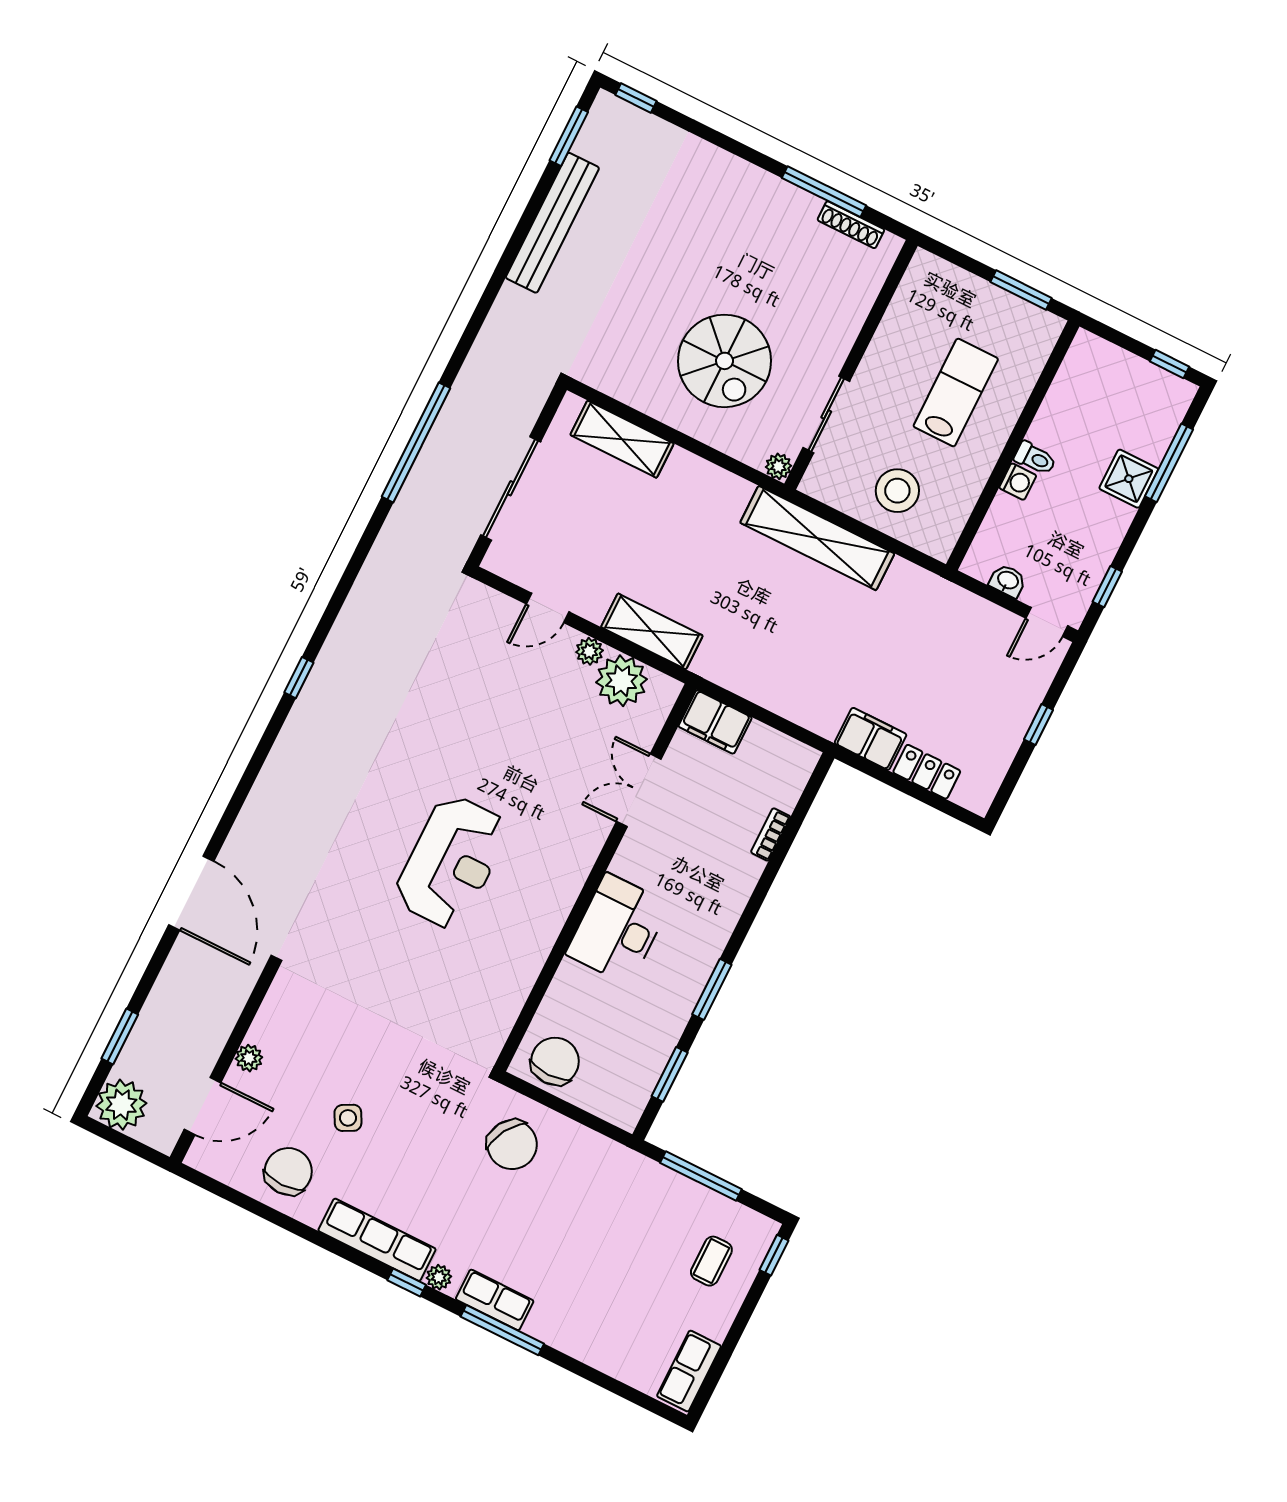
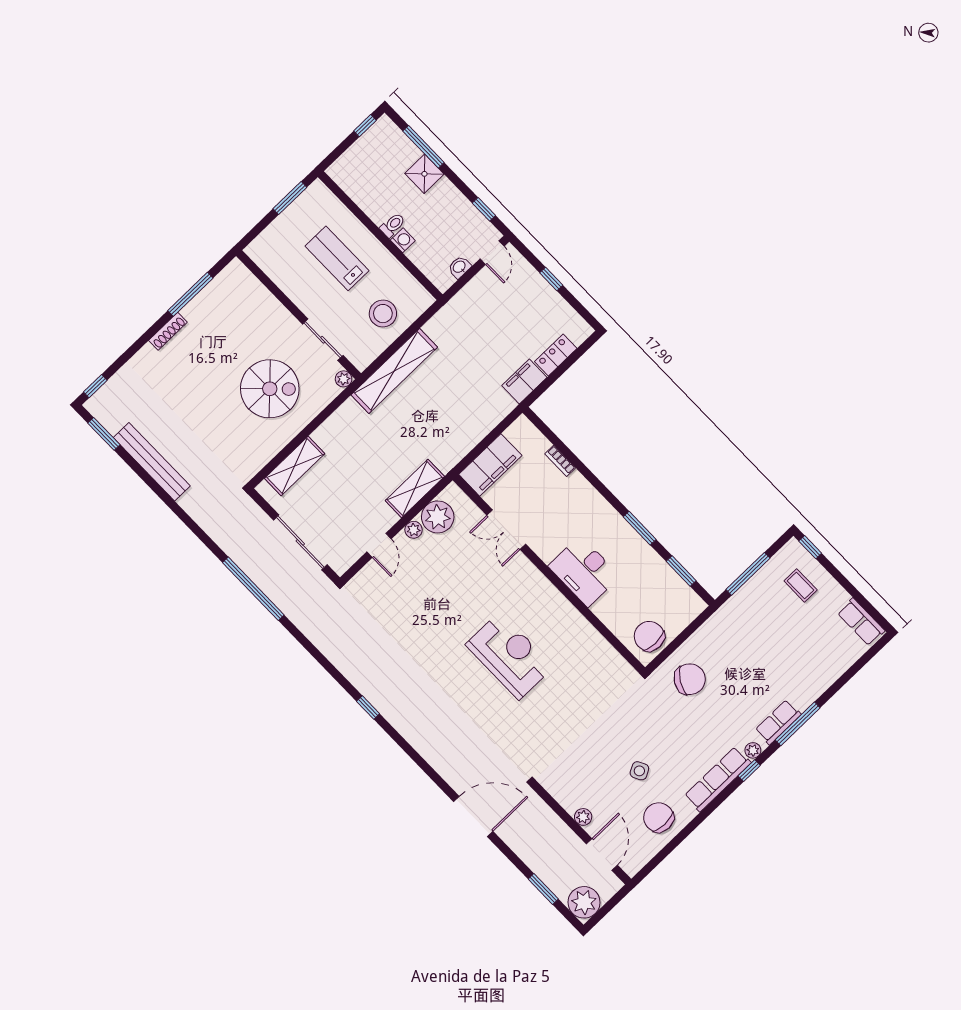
shoe rack: (851, 225) -> (168, 331), moved
filing cabinet: (715, 722) -> (490, 465), width x1.50, depth x1.17

